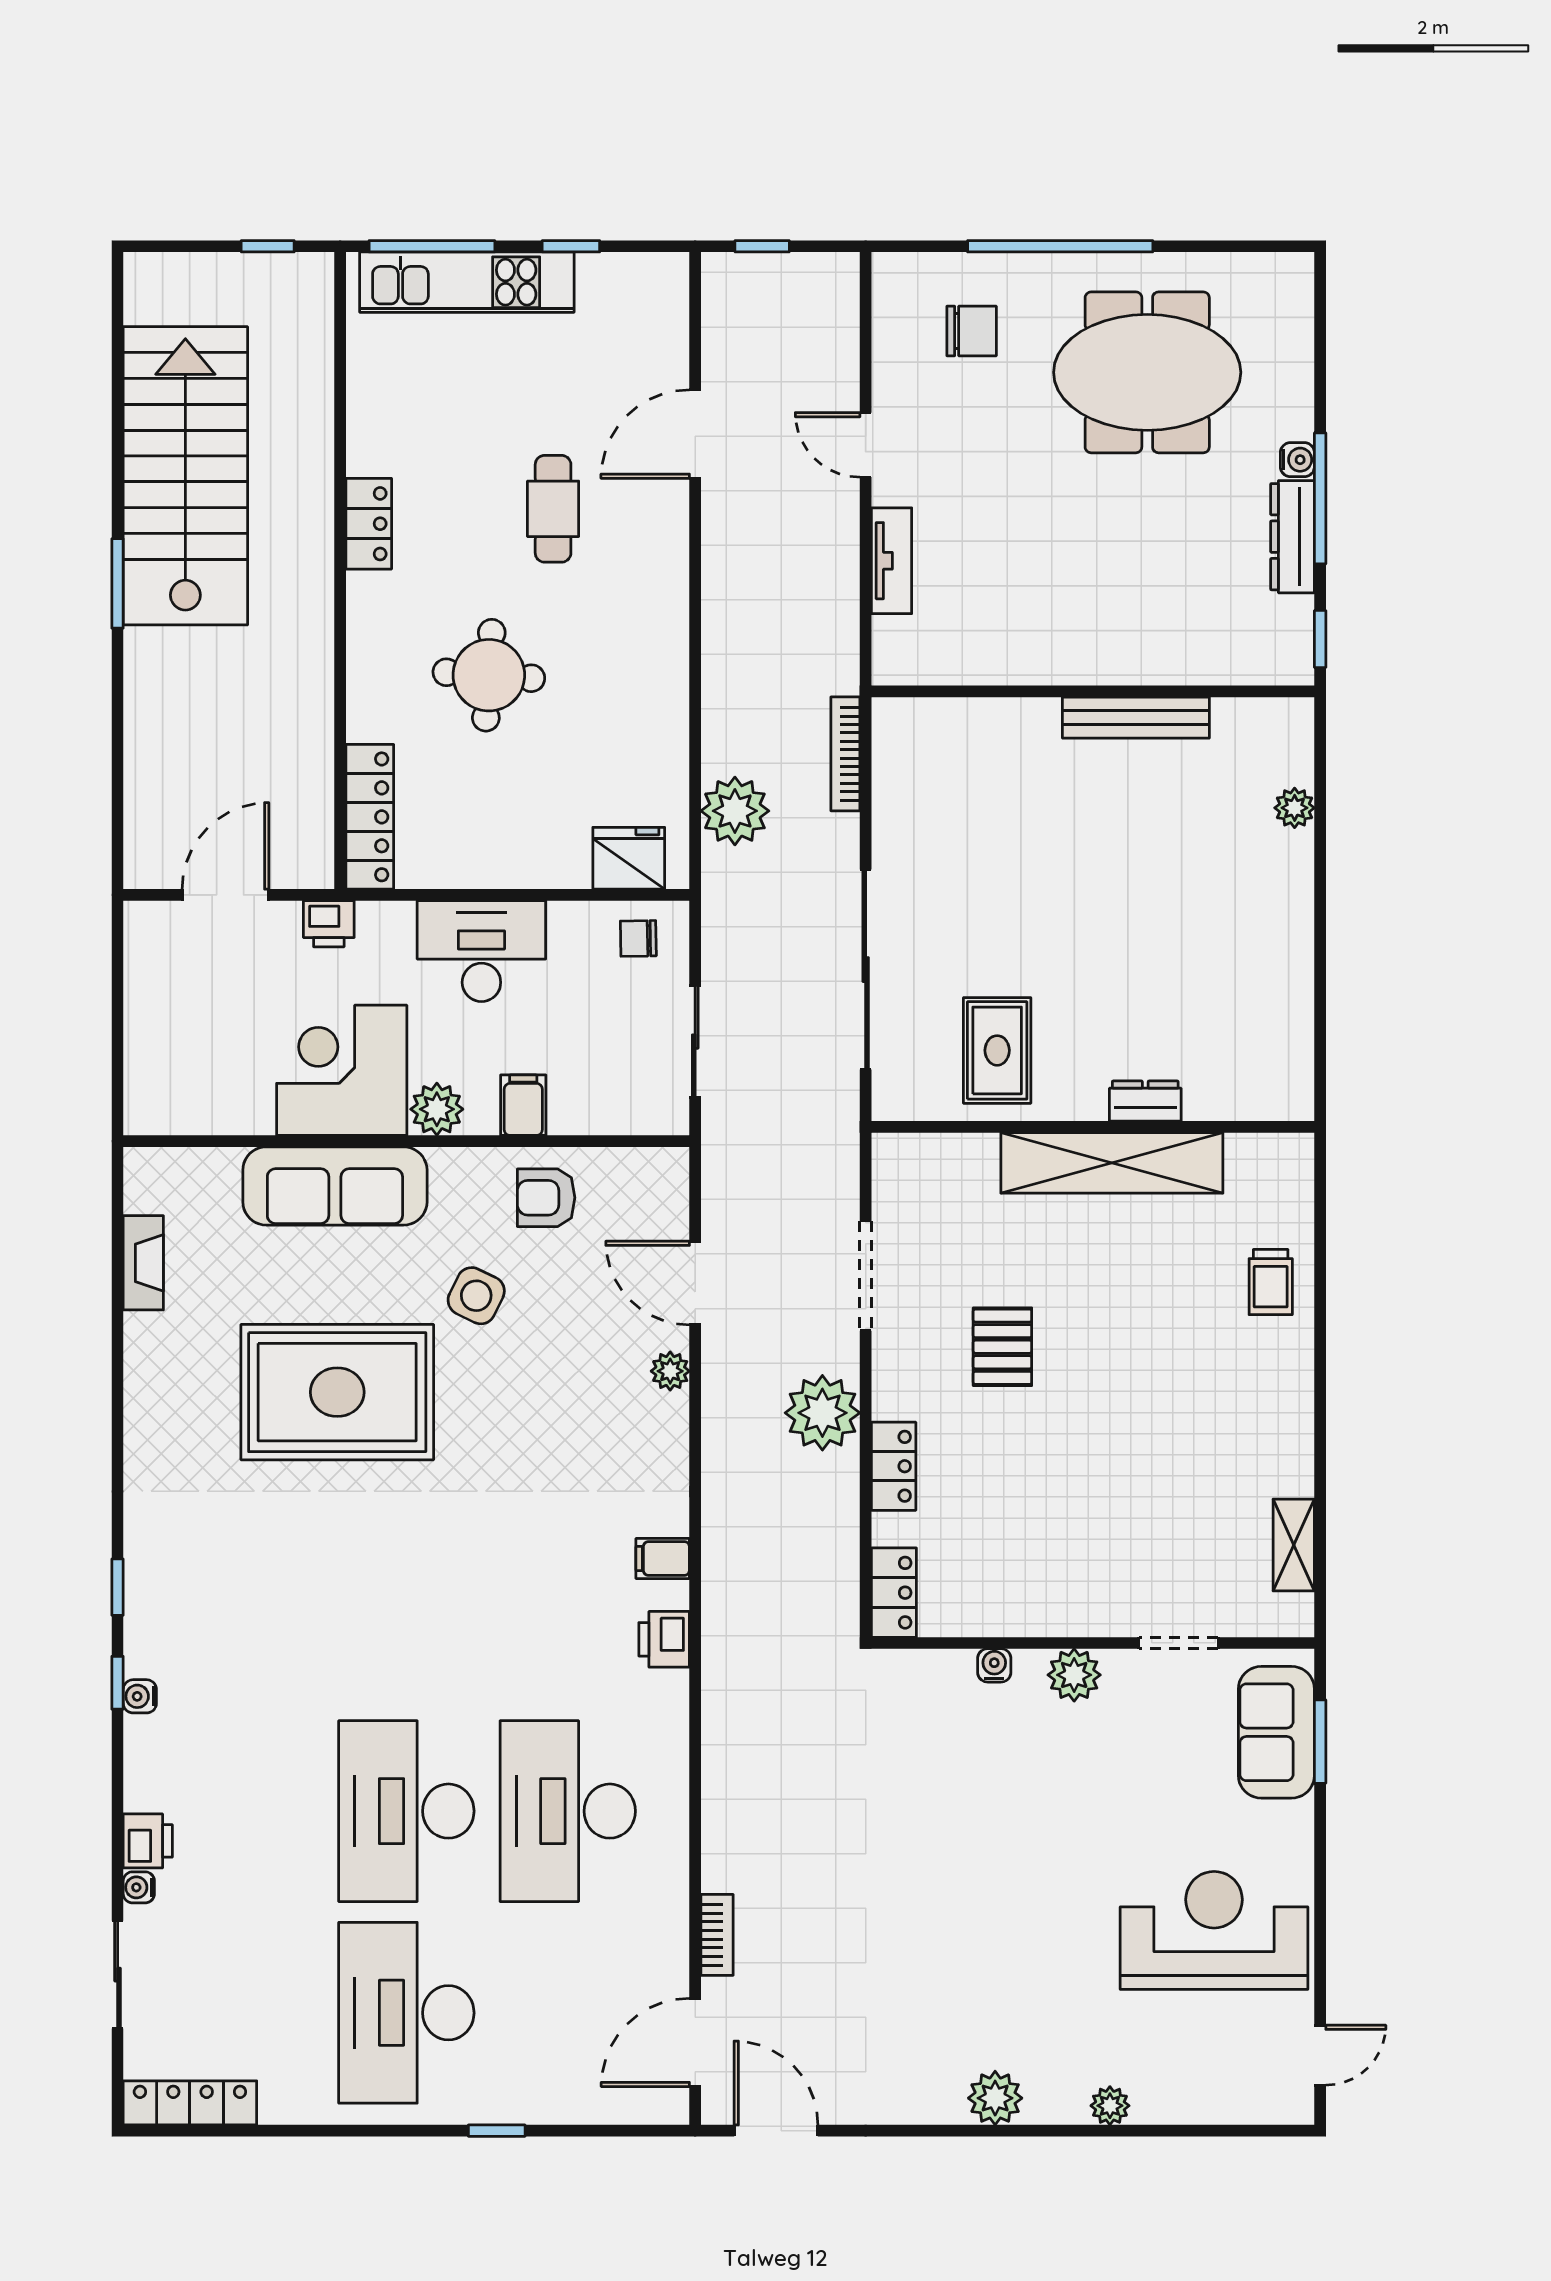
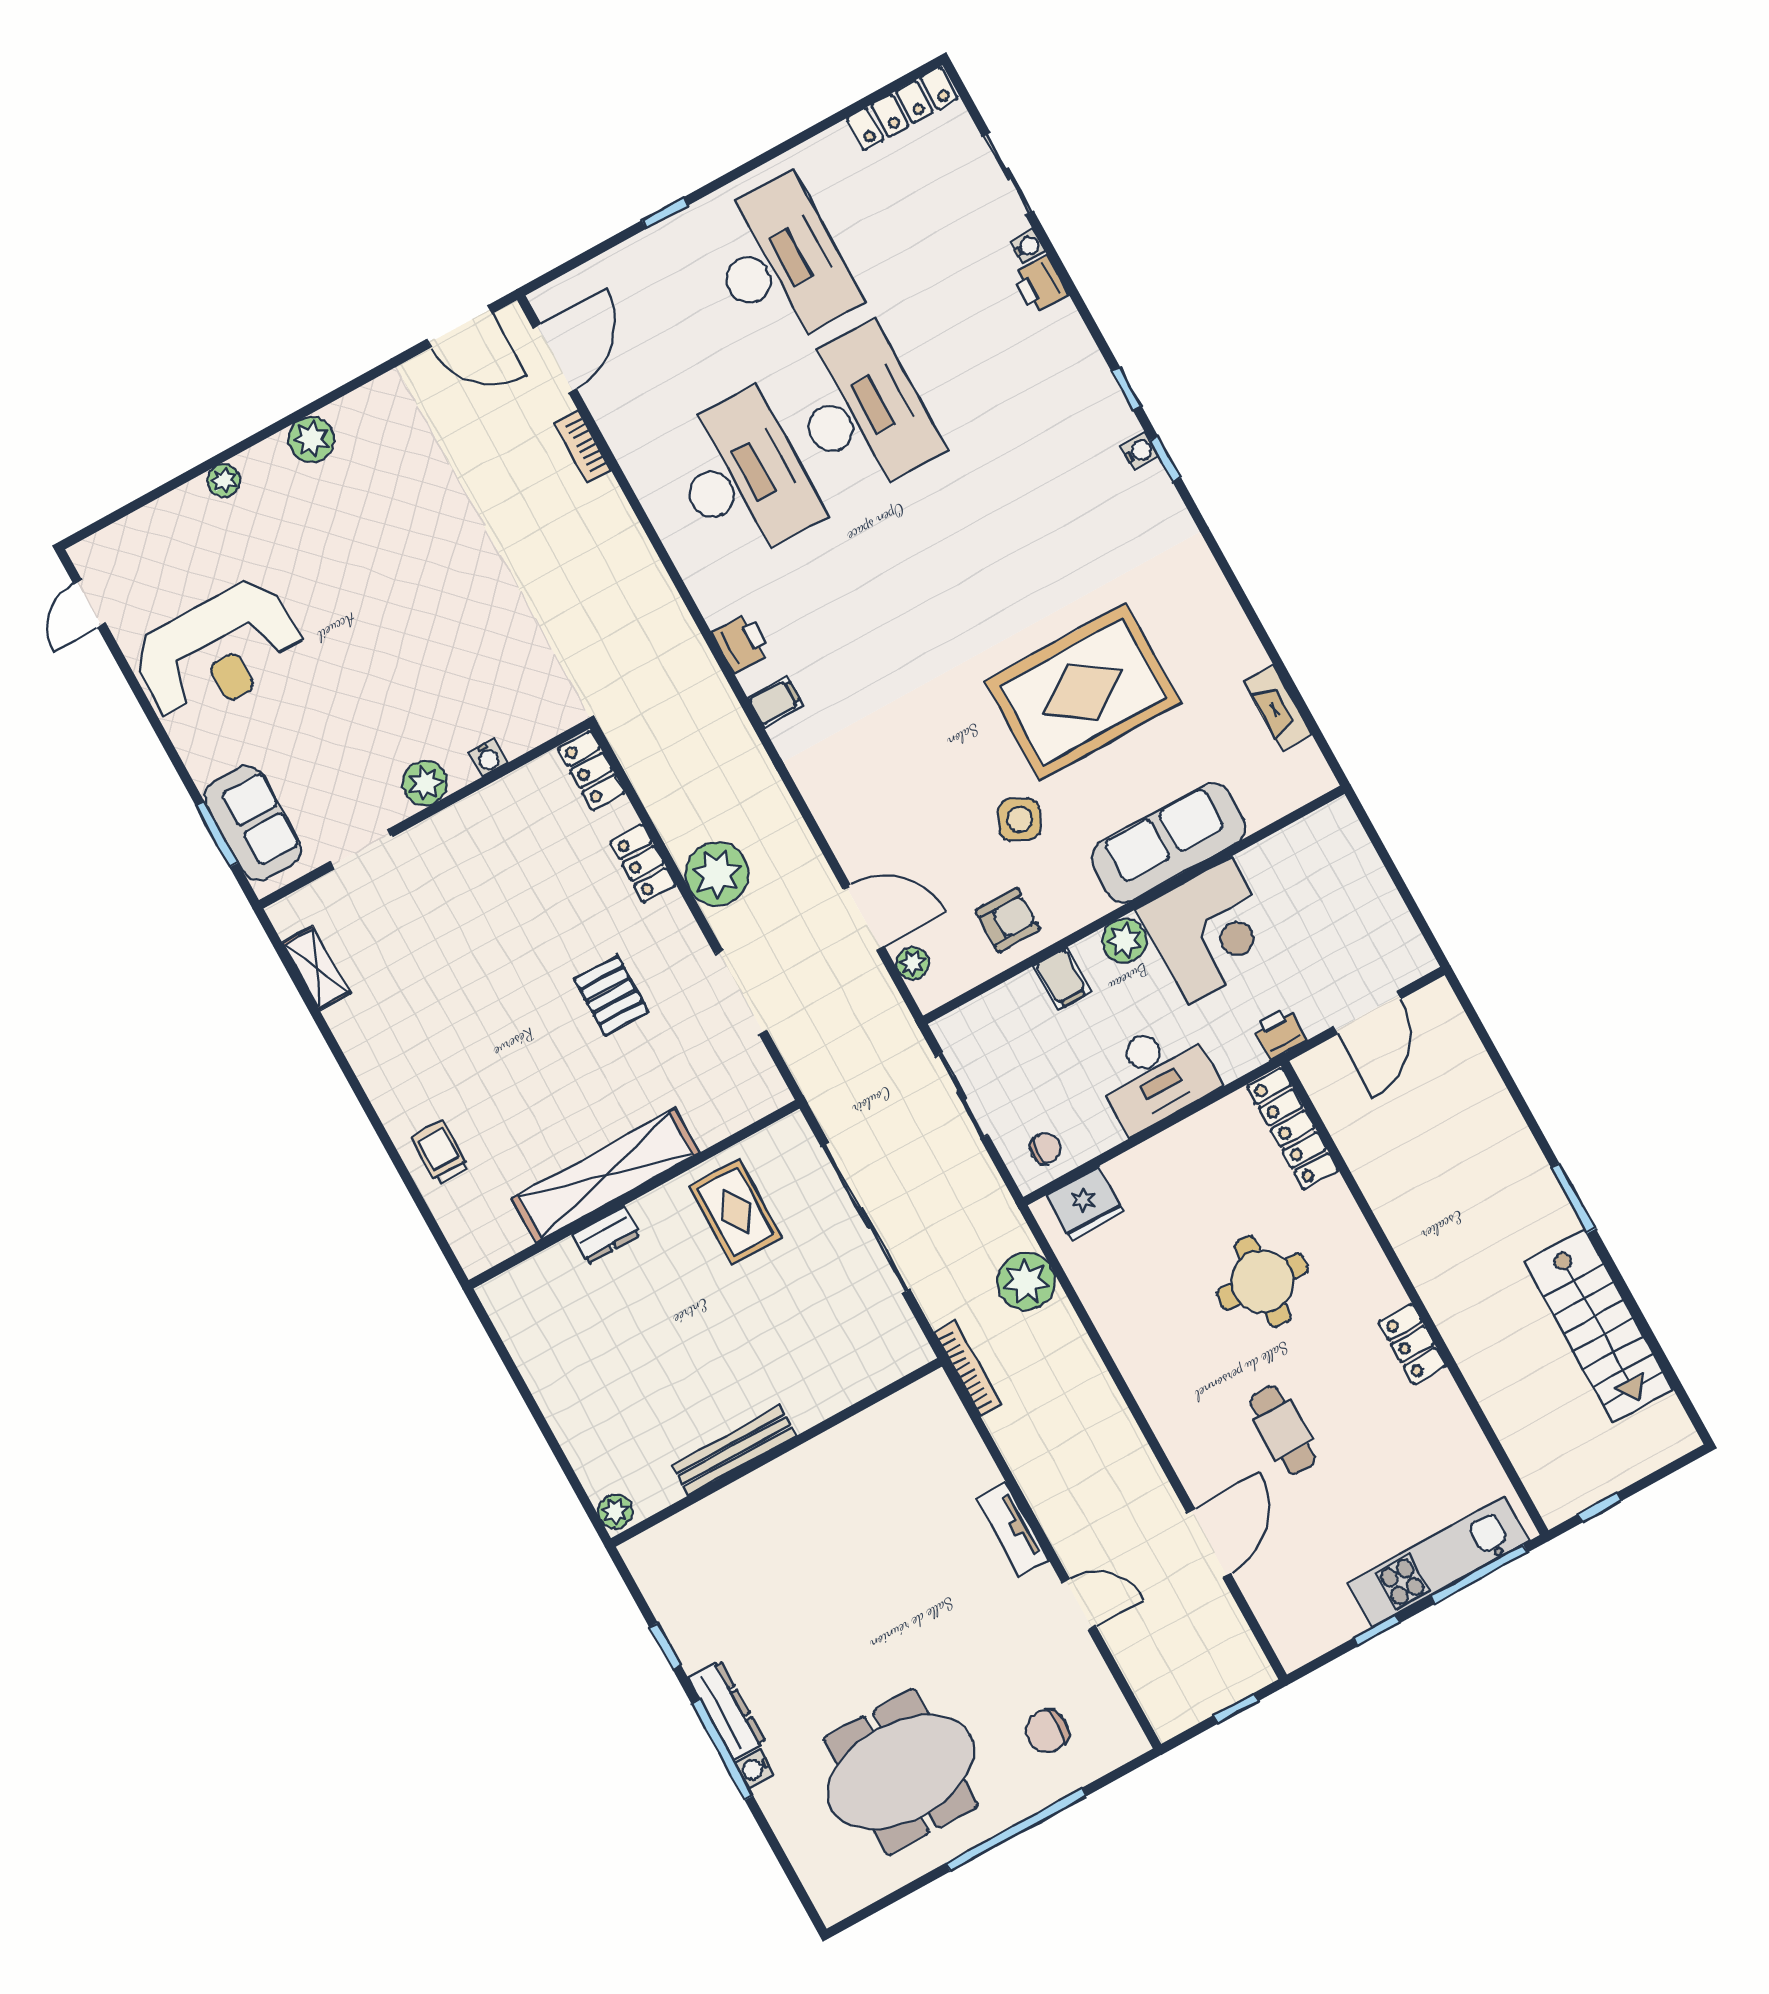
stairs: (185, 476) -> (1599, 1326), width x0.73, depth x0.66
wall: (1093, 691) -> (777, 1452), moved
bench: (1136, 718) -> (734, 1450), moved
plant: (670, 1371) -> (913, 963), moved
water cooler: (140, 1696) -> (1139, 451), moved

